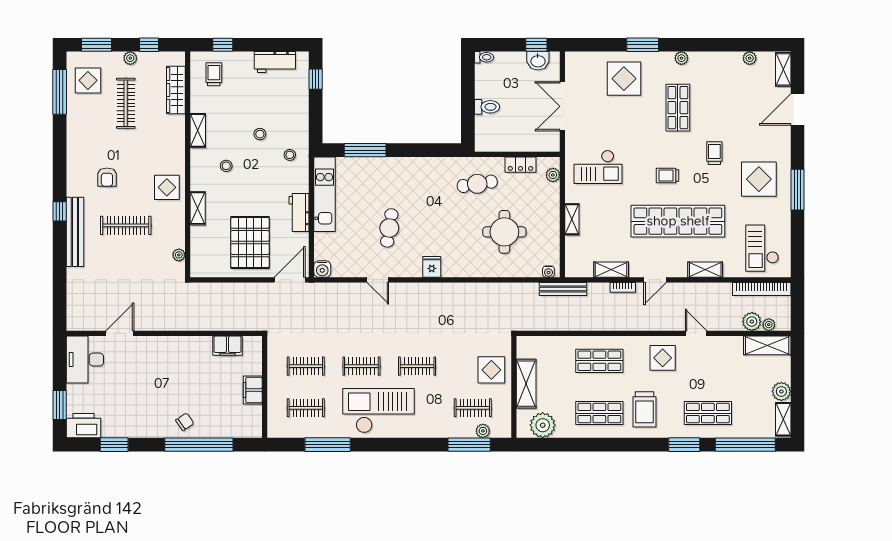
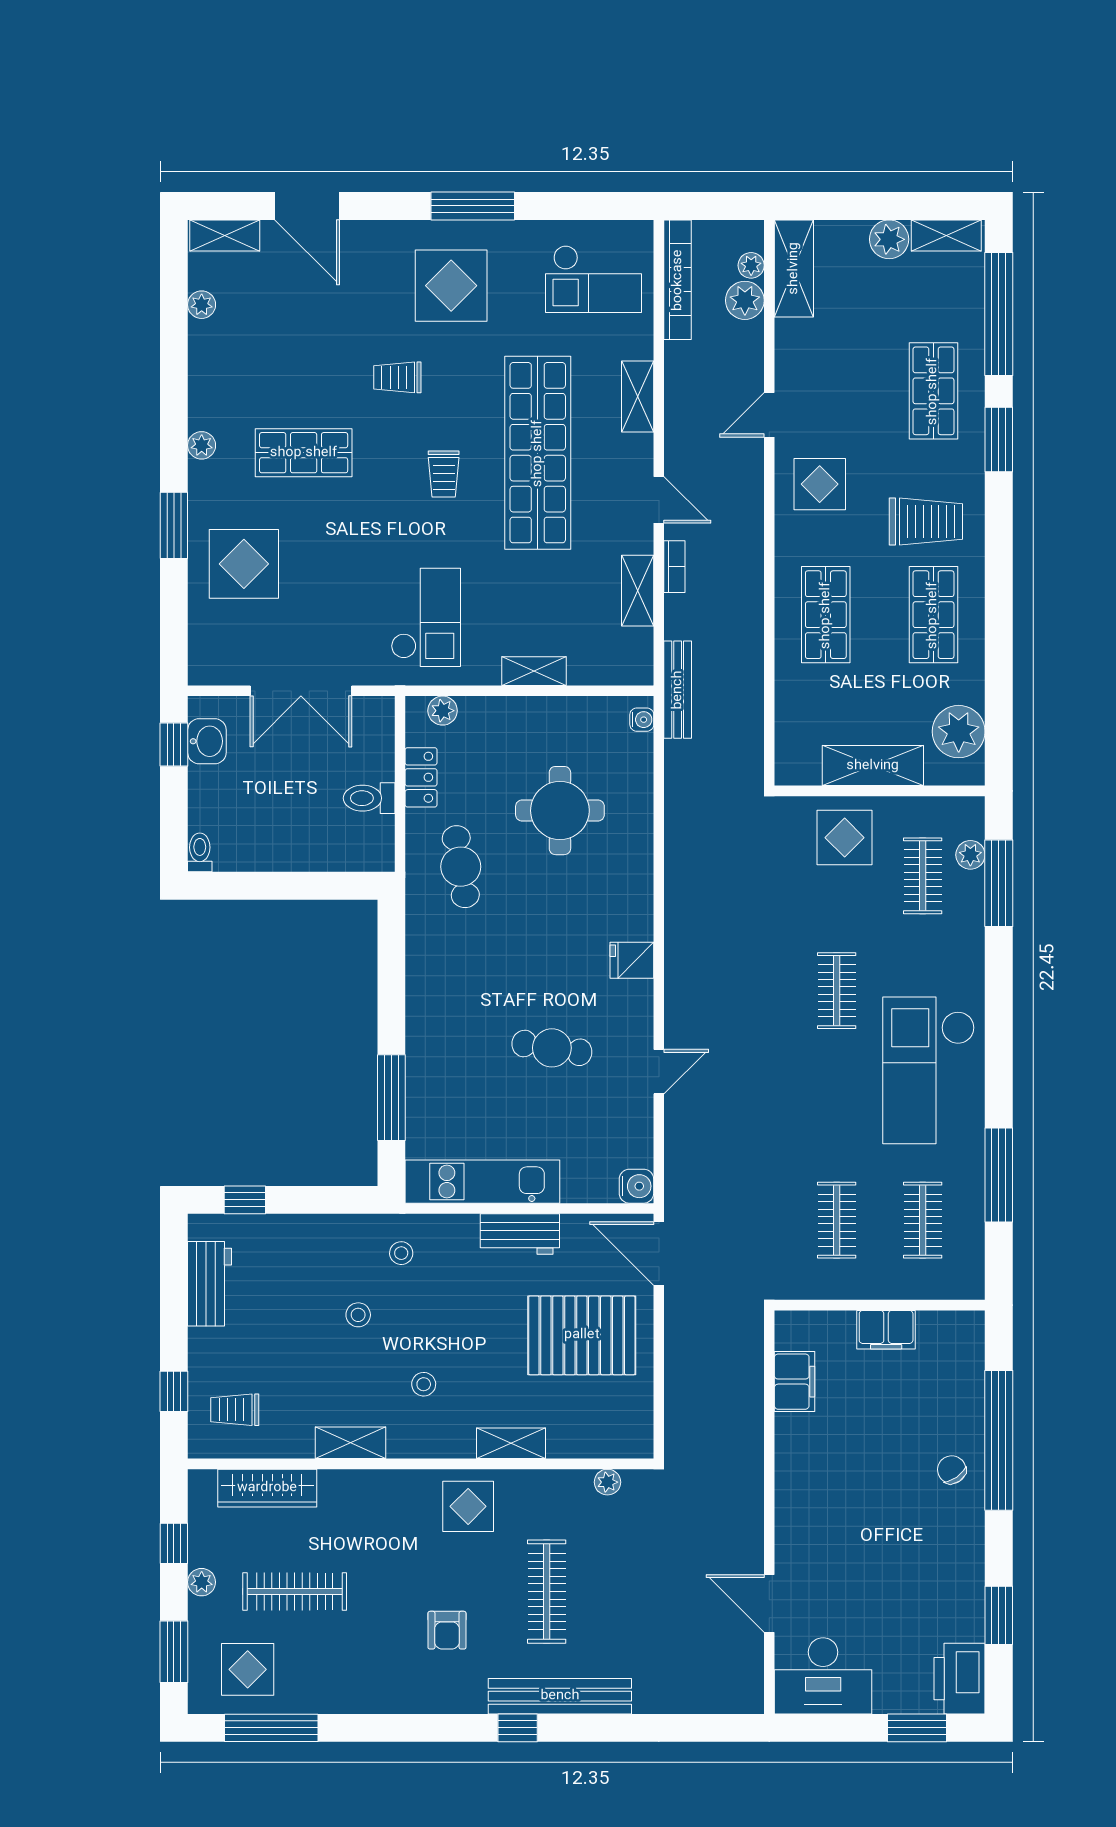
toilet: (487, 107) -> (369, 798), moved, turned -90
armchair: (107, 177) -> (447, 1630), turned 90
clothes rail: (361, 366) -> (837, 1105), removed

